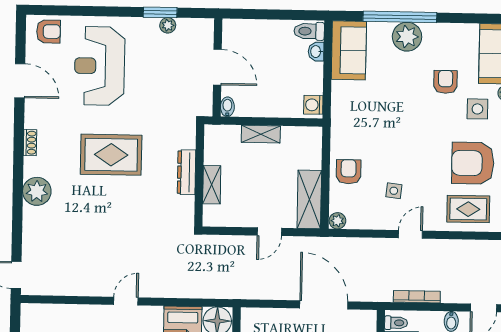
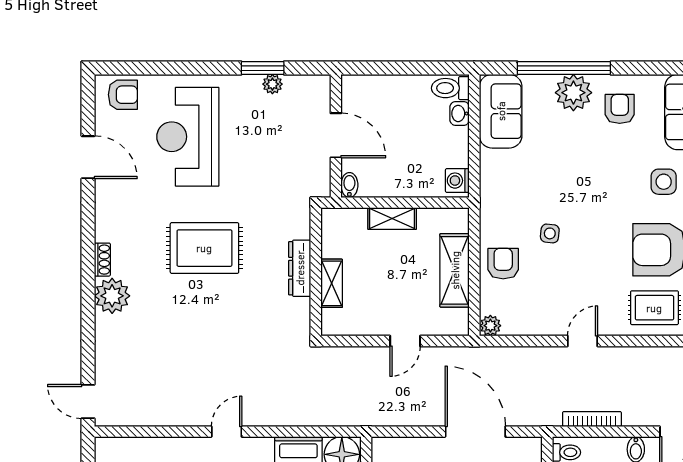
armchair: (446, 82) -> (620, 109), moved
shoe rack: (30, 143) -> (102, 260), moved
side table: (394, 191) -> (550, 233), moved
shelving: (309, 199) -> (455, 270), moved

